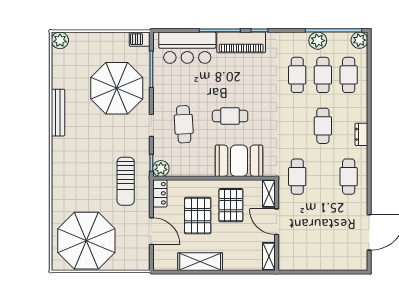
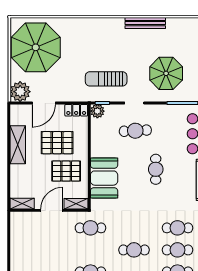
parasol: (117, 88) -> (166, 73), width x0.73, depth x0.73
cafe table: (230, 116) -> (156, 169), moved
sun lounger: (126, 181) -> (106, 79), moved
plant: (138, 259) -> (20, 92), added

